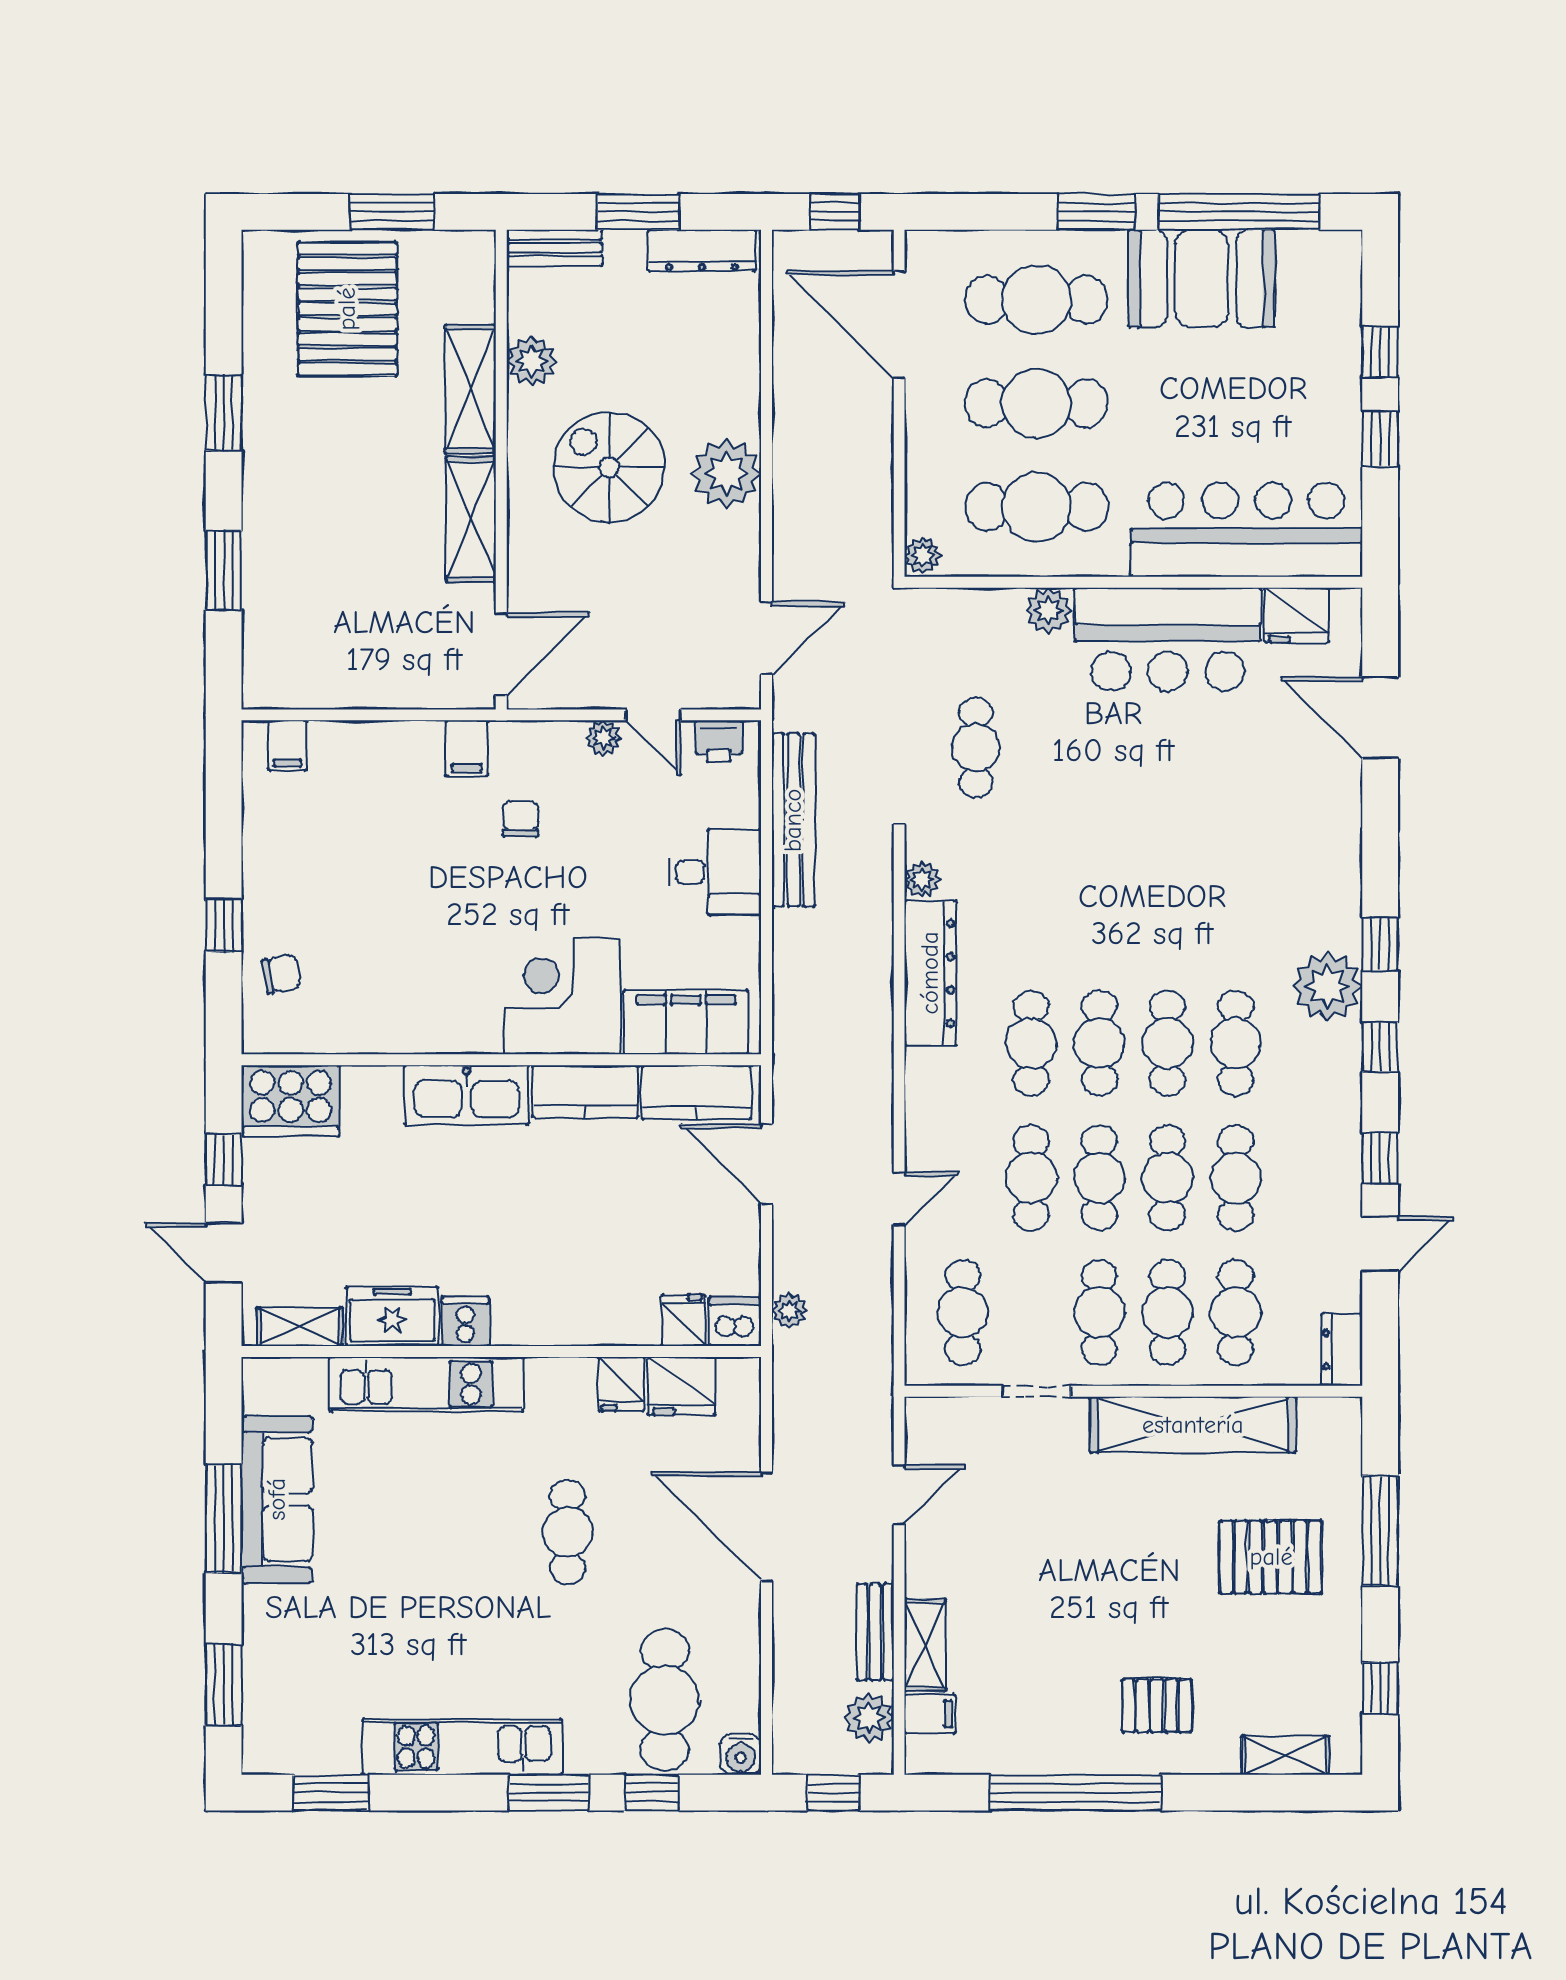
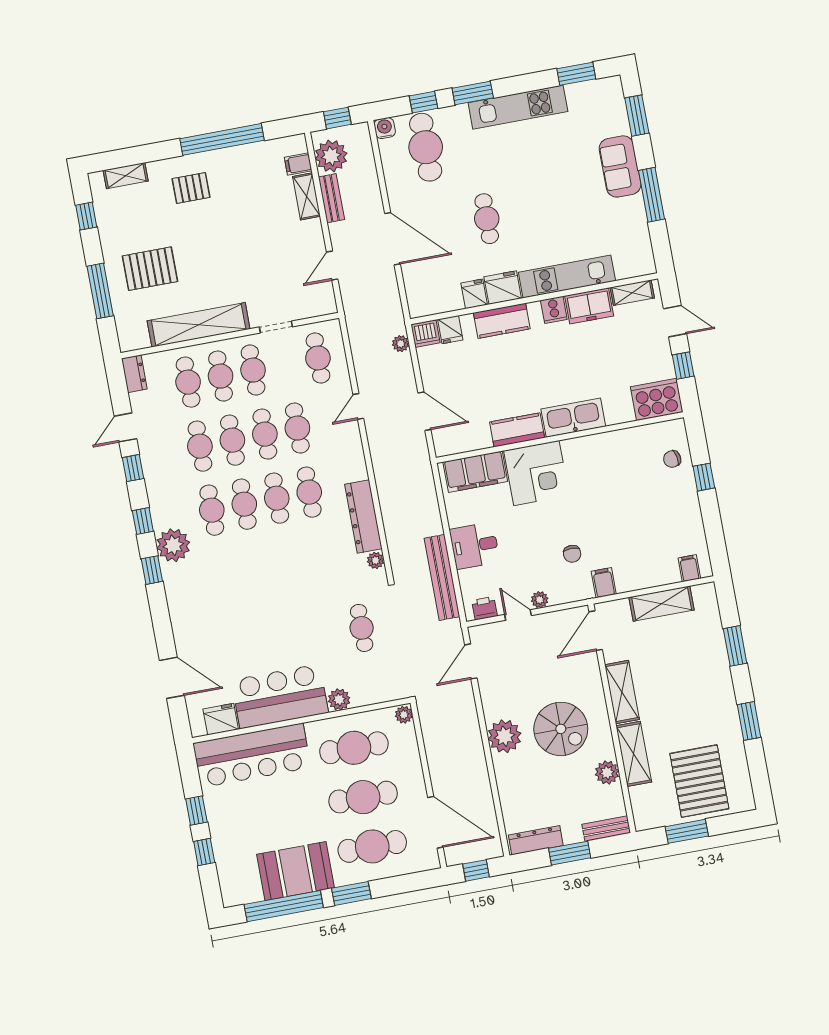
shelving: (357, 684) -> (662, 604), added
kitchen counter: (696, 1092) -> (502, 321), moved, turned 180
fridge: (682, 1386) -> (503, 288), moved
sofa: (277, 1499) -> (620, 166), moved, width x0.73
plant: (869, 1718) -> (331, 156), width x1.36, depth x1.36

